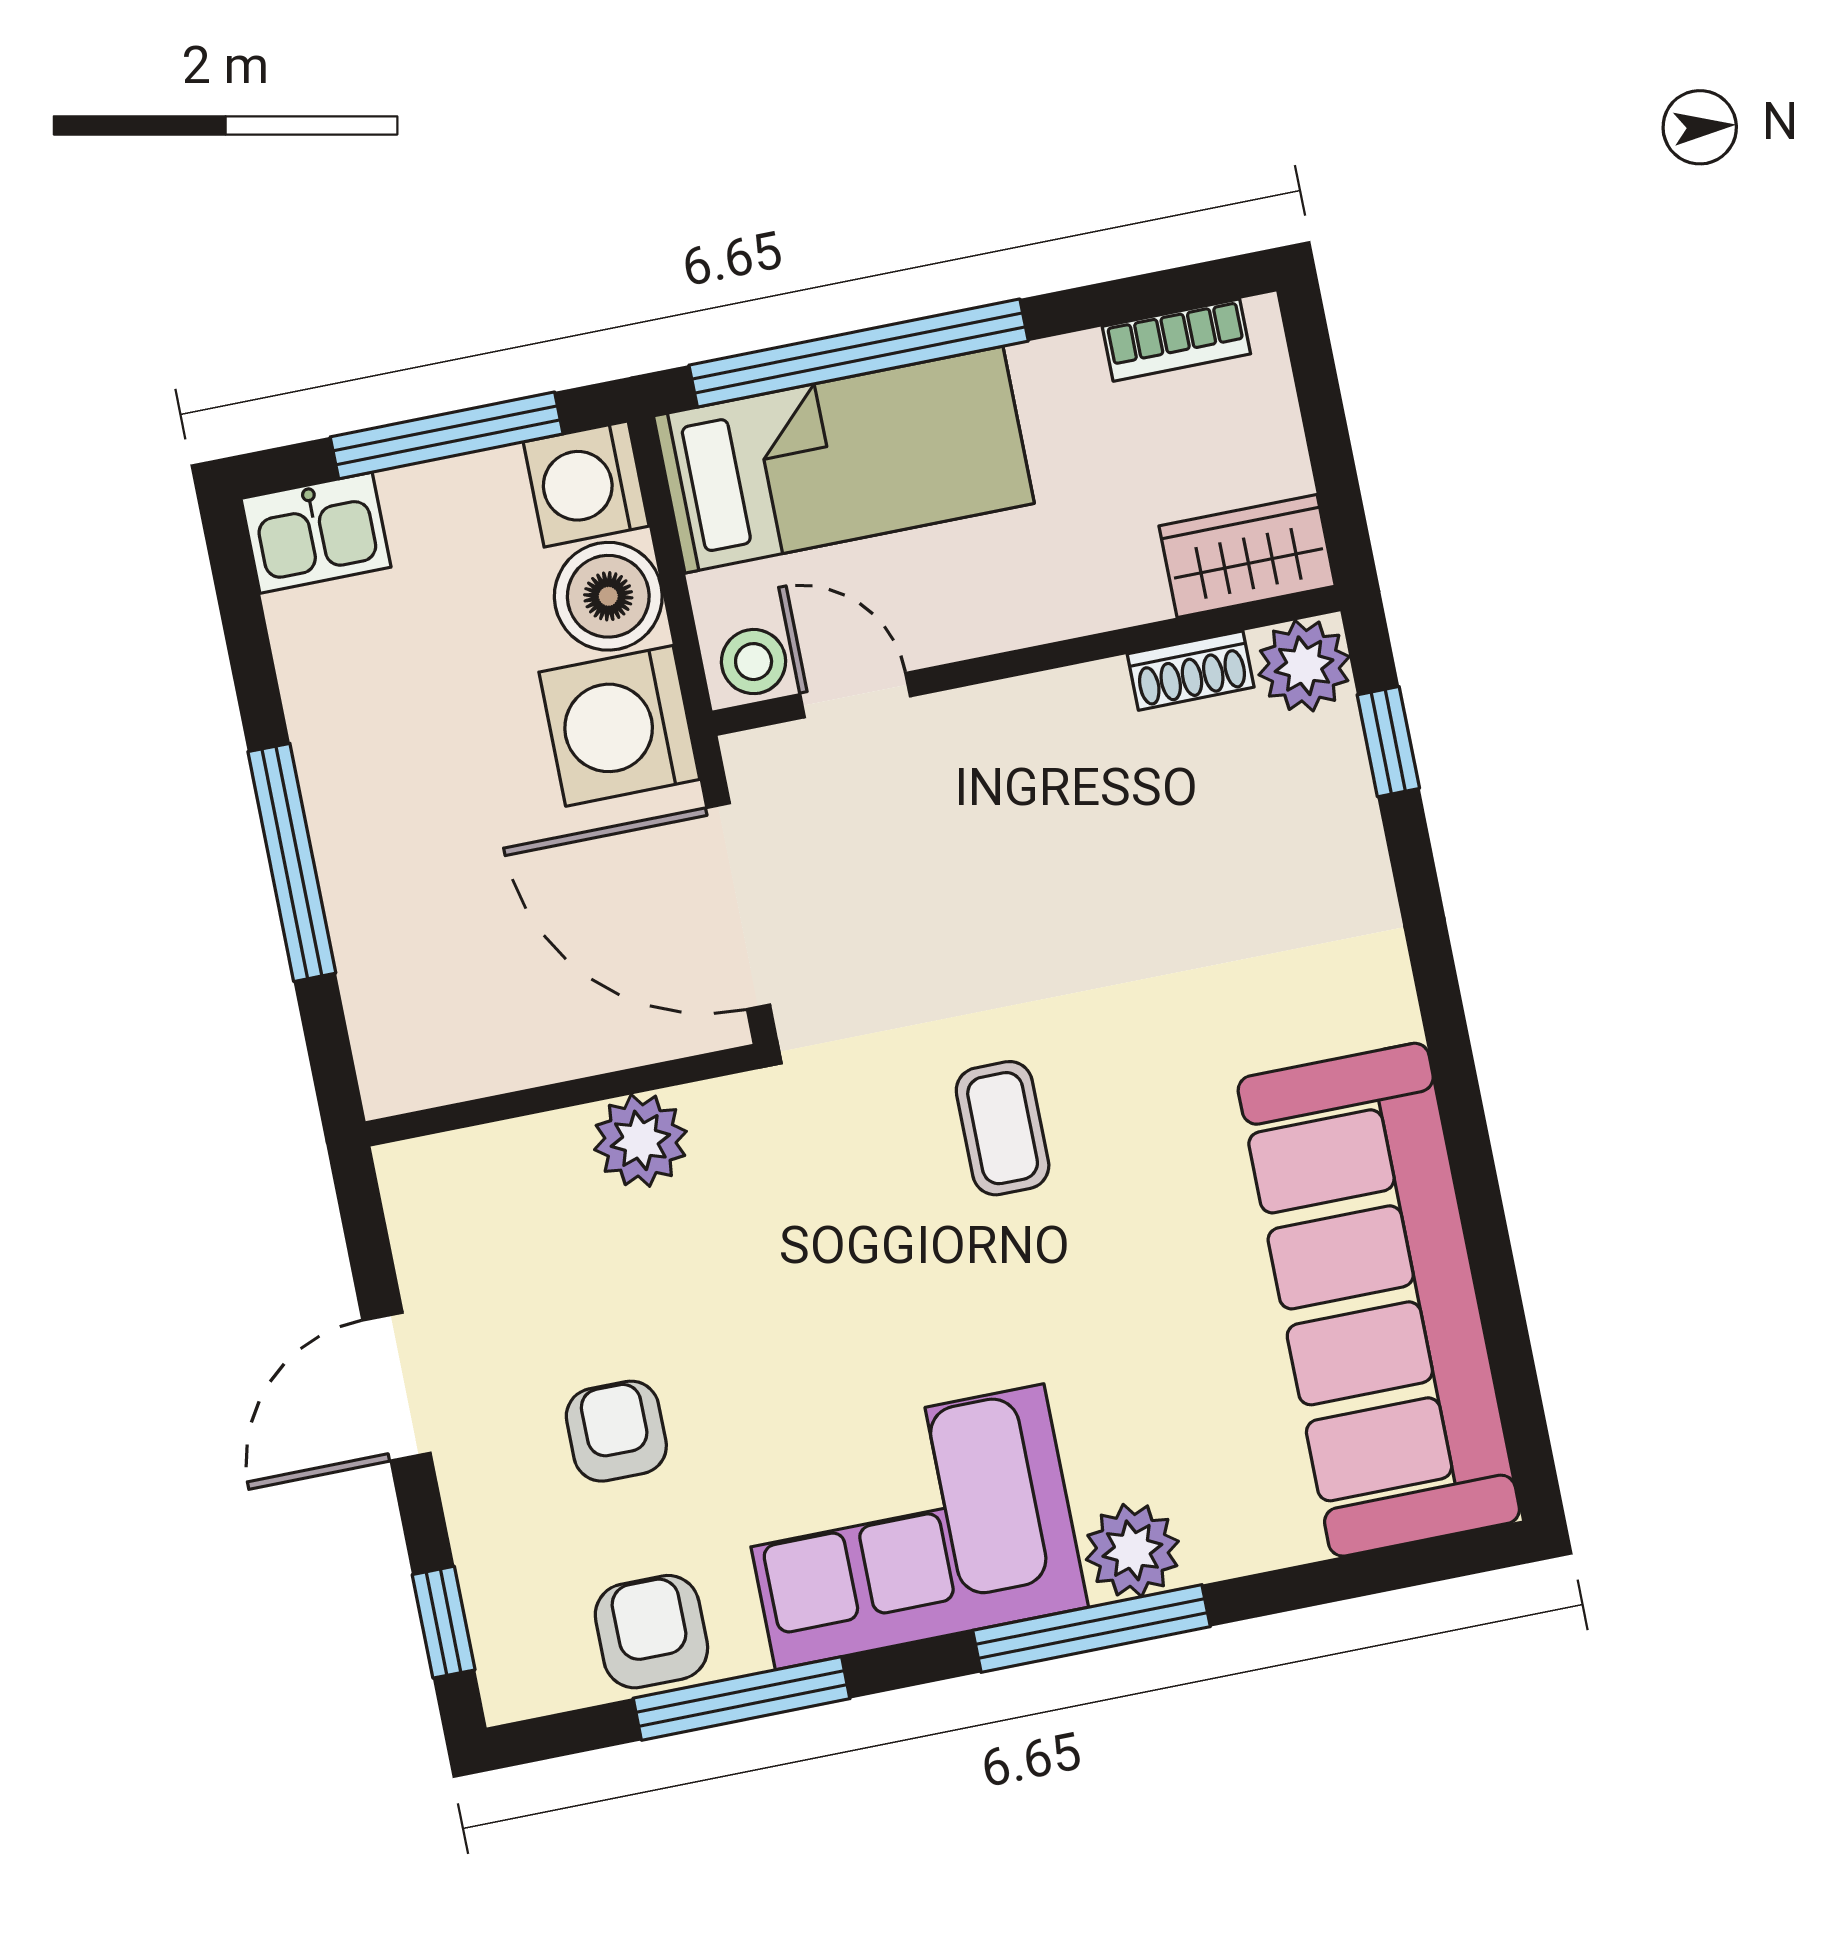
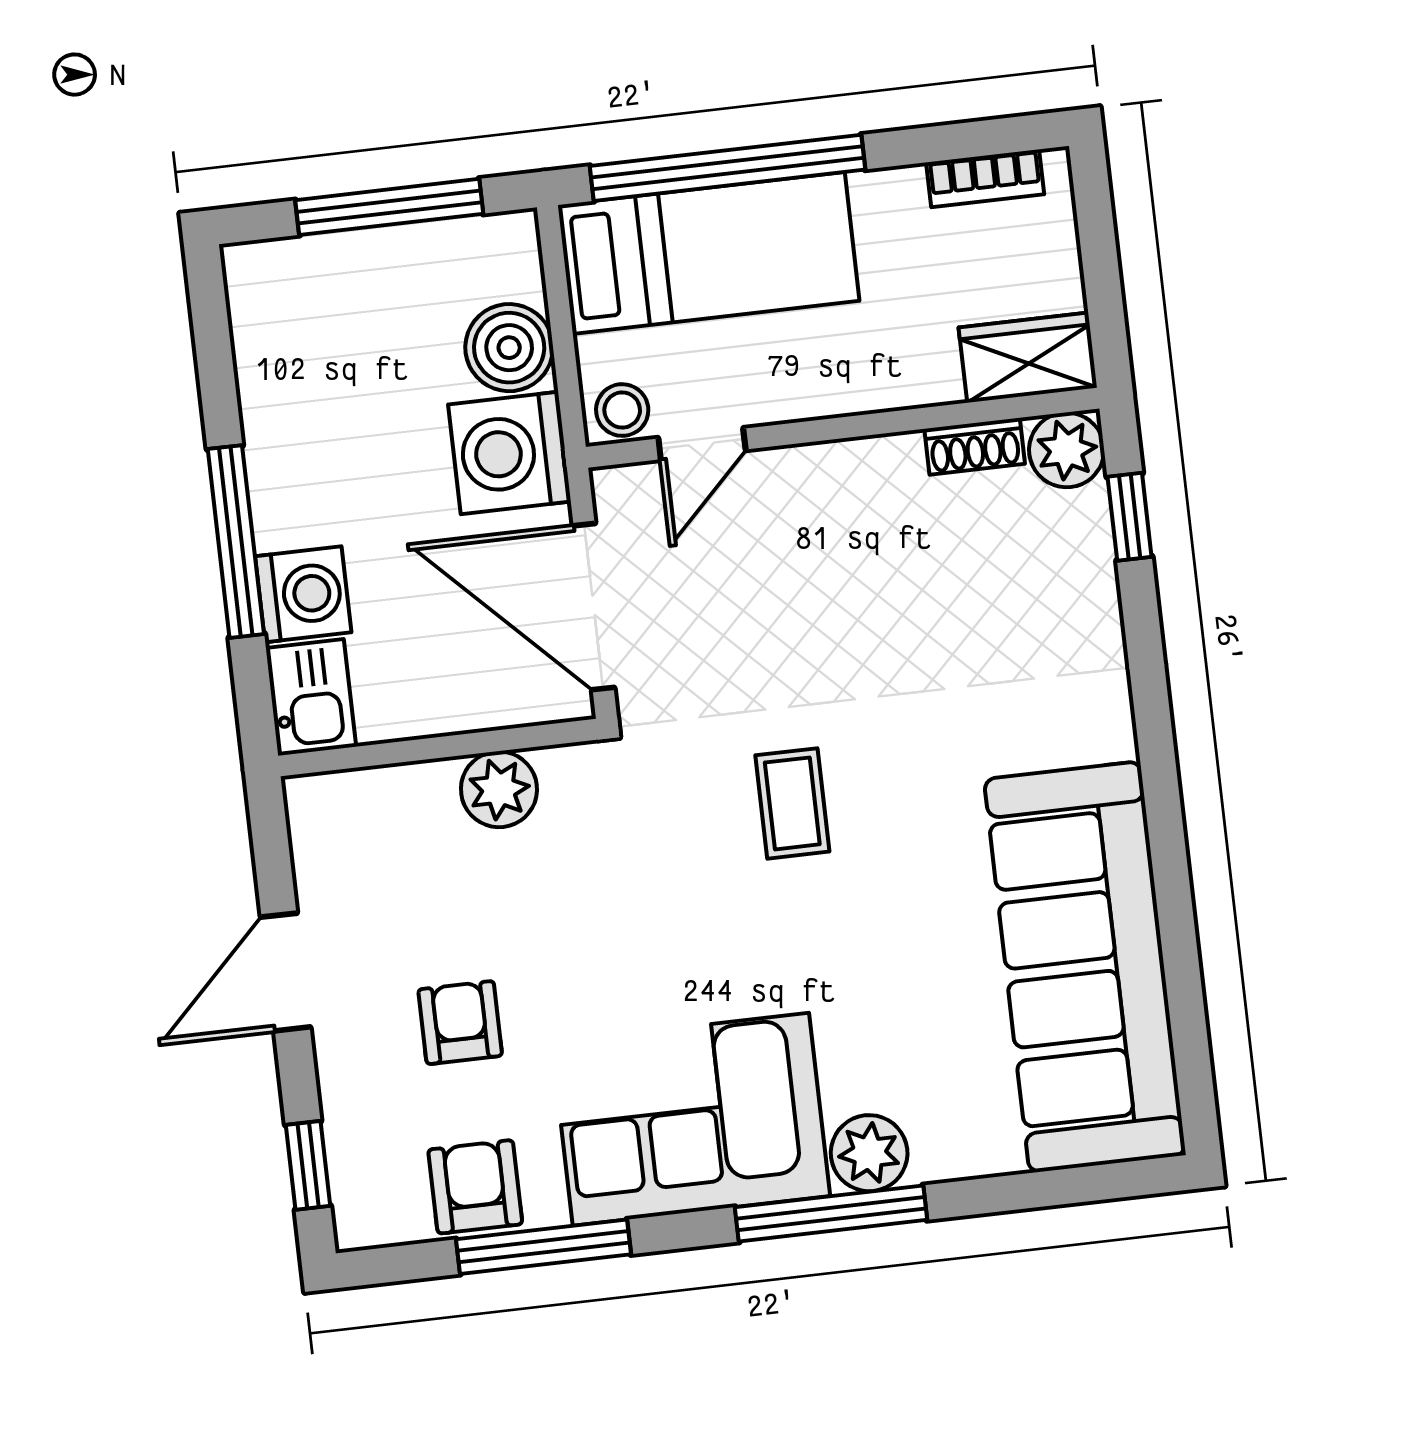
washing machine: (586, 484) -> (303, 594), moved, turned 180
kitchen sink: (316, 533) -> (311, 697), moved, turned -90
door: (855, 695) -> (702, 444), swing flipped

